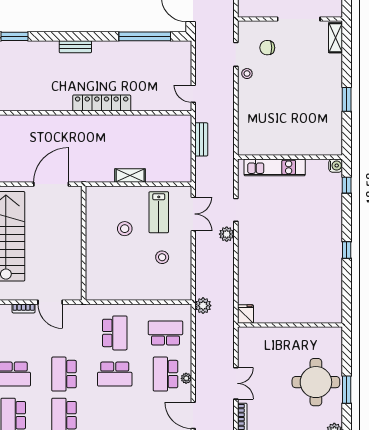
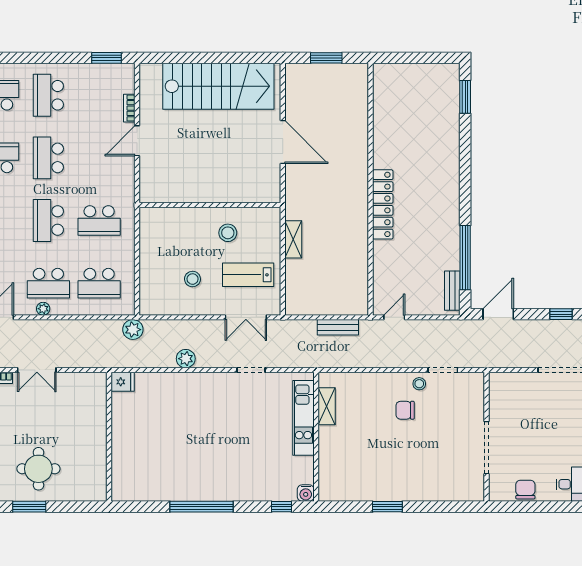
shelving: (336, 38) -> (327, 406), moved, turned 90
bench: (75, 47) -> (452, 291), moved
chair: (267, 48) -> (405, 410), moved, turned -90
plant: (227, 234) -> (186, 359), moved
wall: (84, 243) -> (210, 205), moved
window: (347, 250) -> (202, 507), width x3.17
school desk: (165, 333) -> (99, 283), turned 90
school desk: (64, 374) -> (48, 158), turned -90
school desk: (165, 374) -> (48, 283), turned 180
round table: (316, 382) -> (38, 469), width x0.73, depth x0.73

